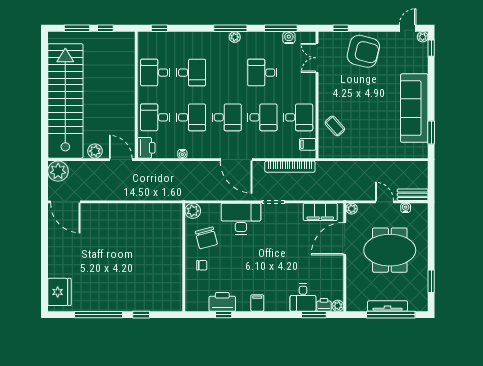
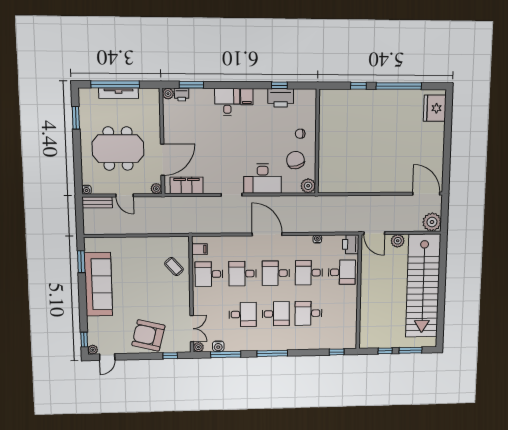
plant: (235, 37) -> (198, 347), moved
desk: (155, 73) -> (276, 314), moved
bookcase: (290, 167) -> (216, 228), removed
water cooler: (406, 208) -> (86, 190), moved
desk: (303, 298) -> (227, 102), moved

